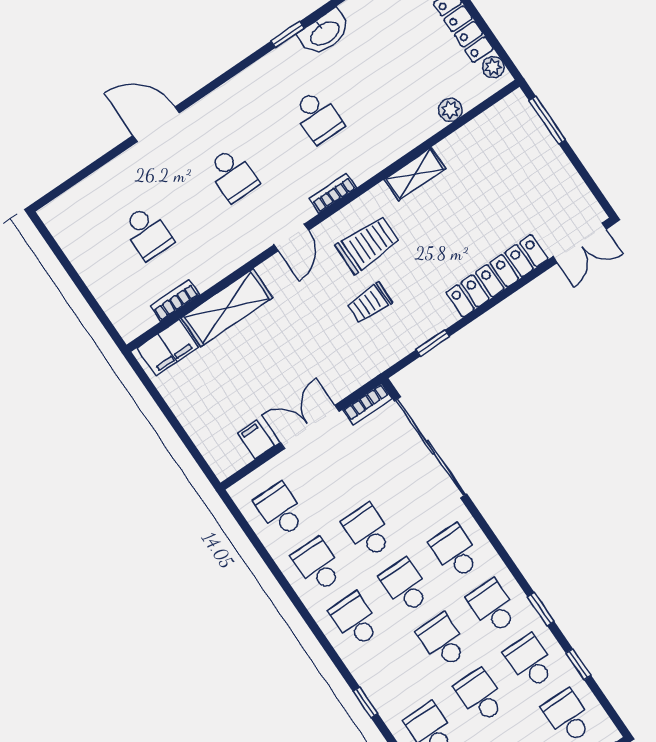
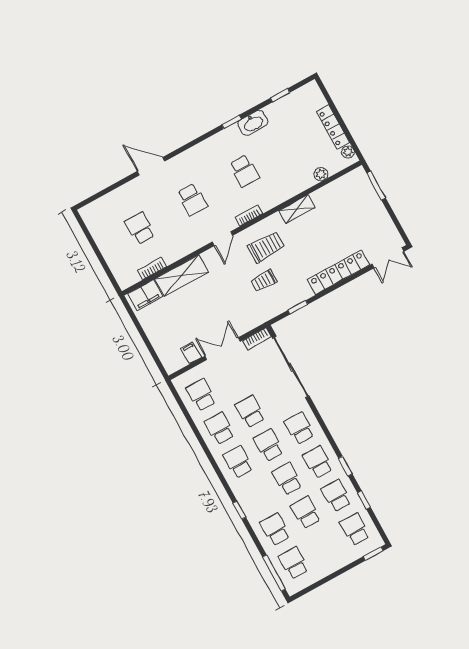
school desk: (147, 233) -> (140, 228), turned 180

